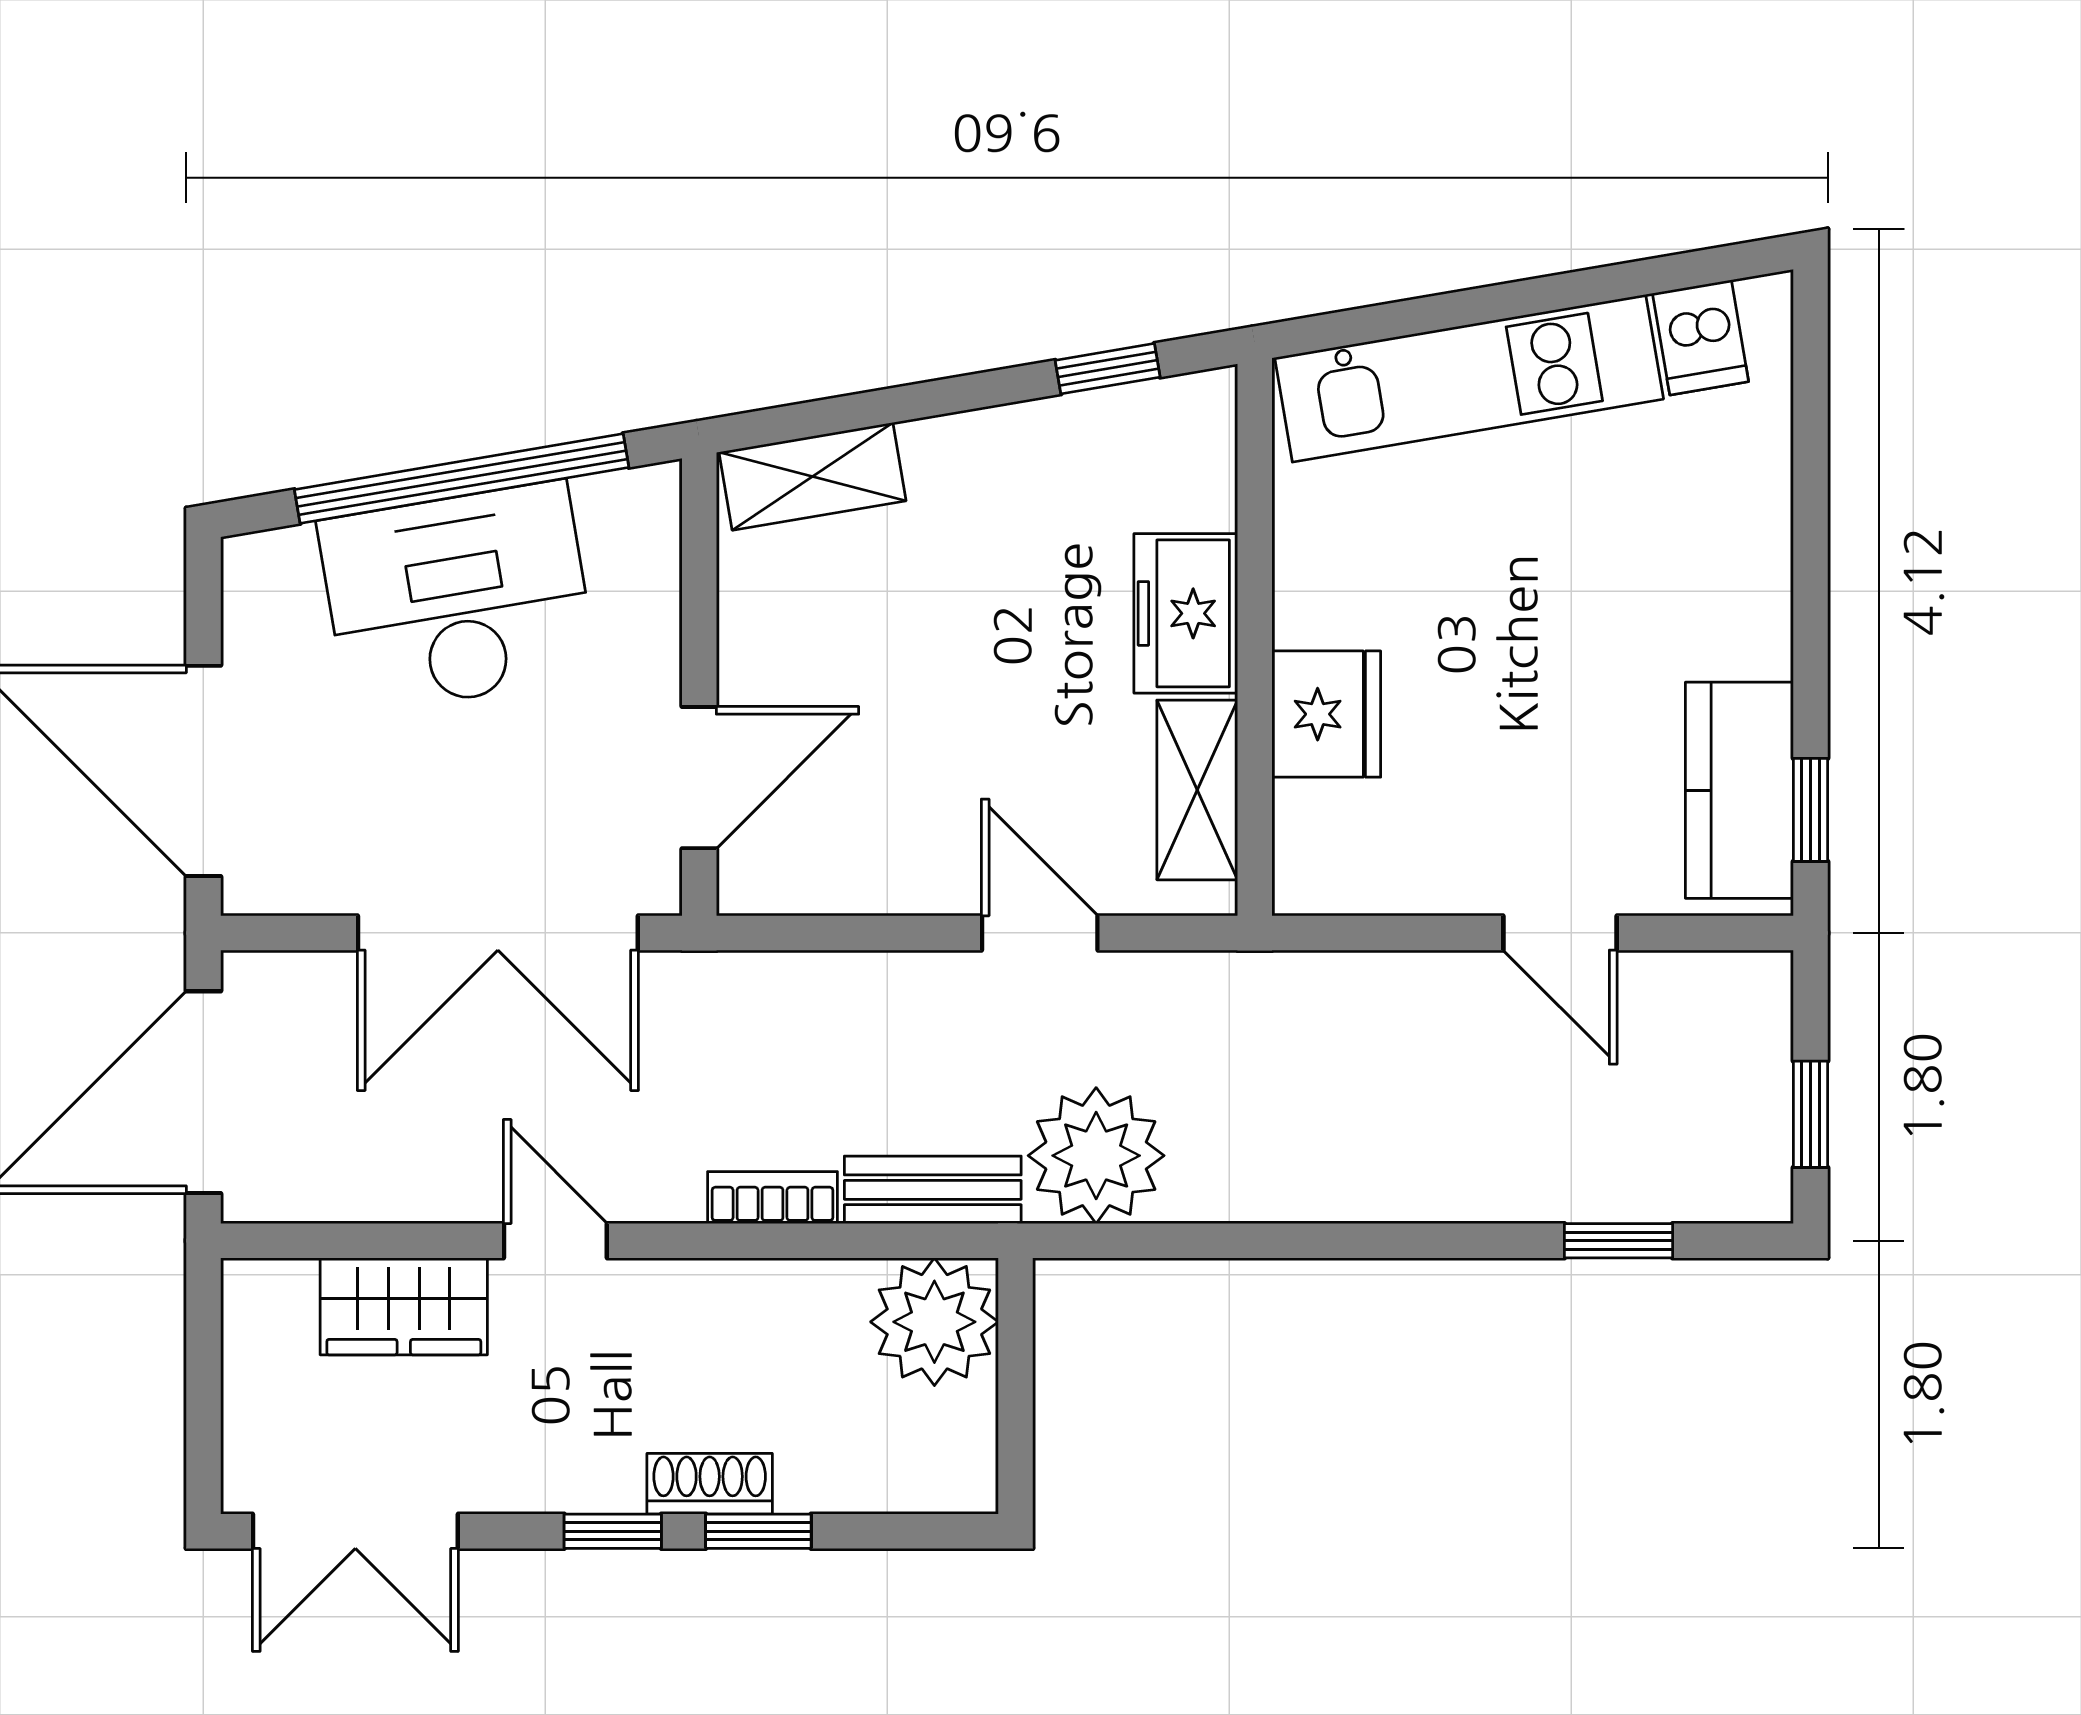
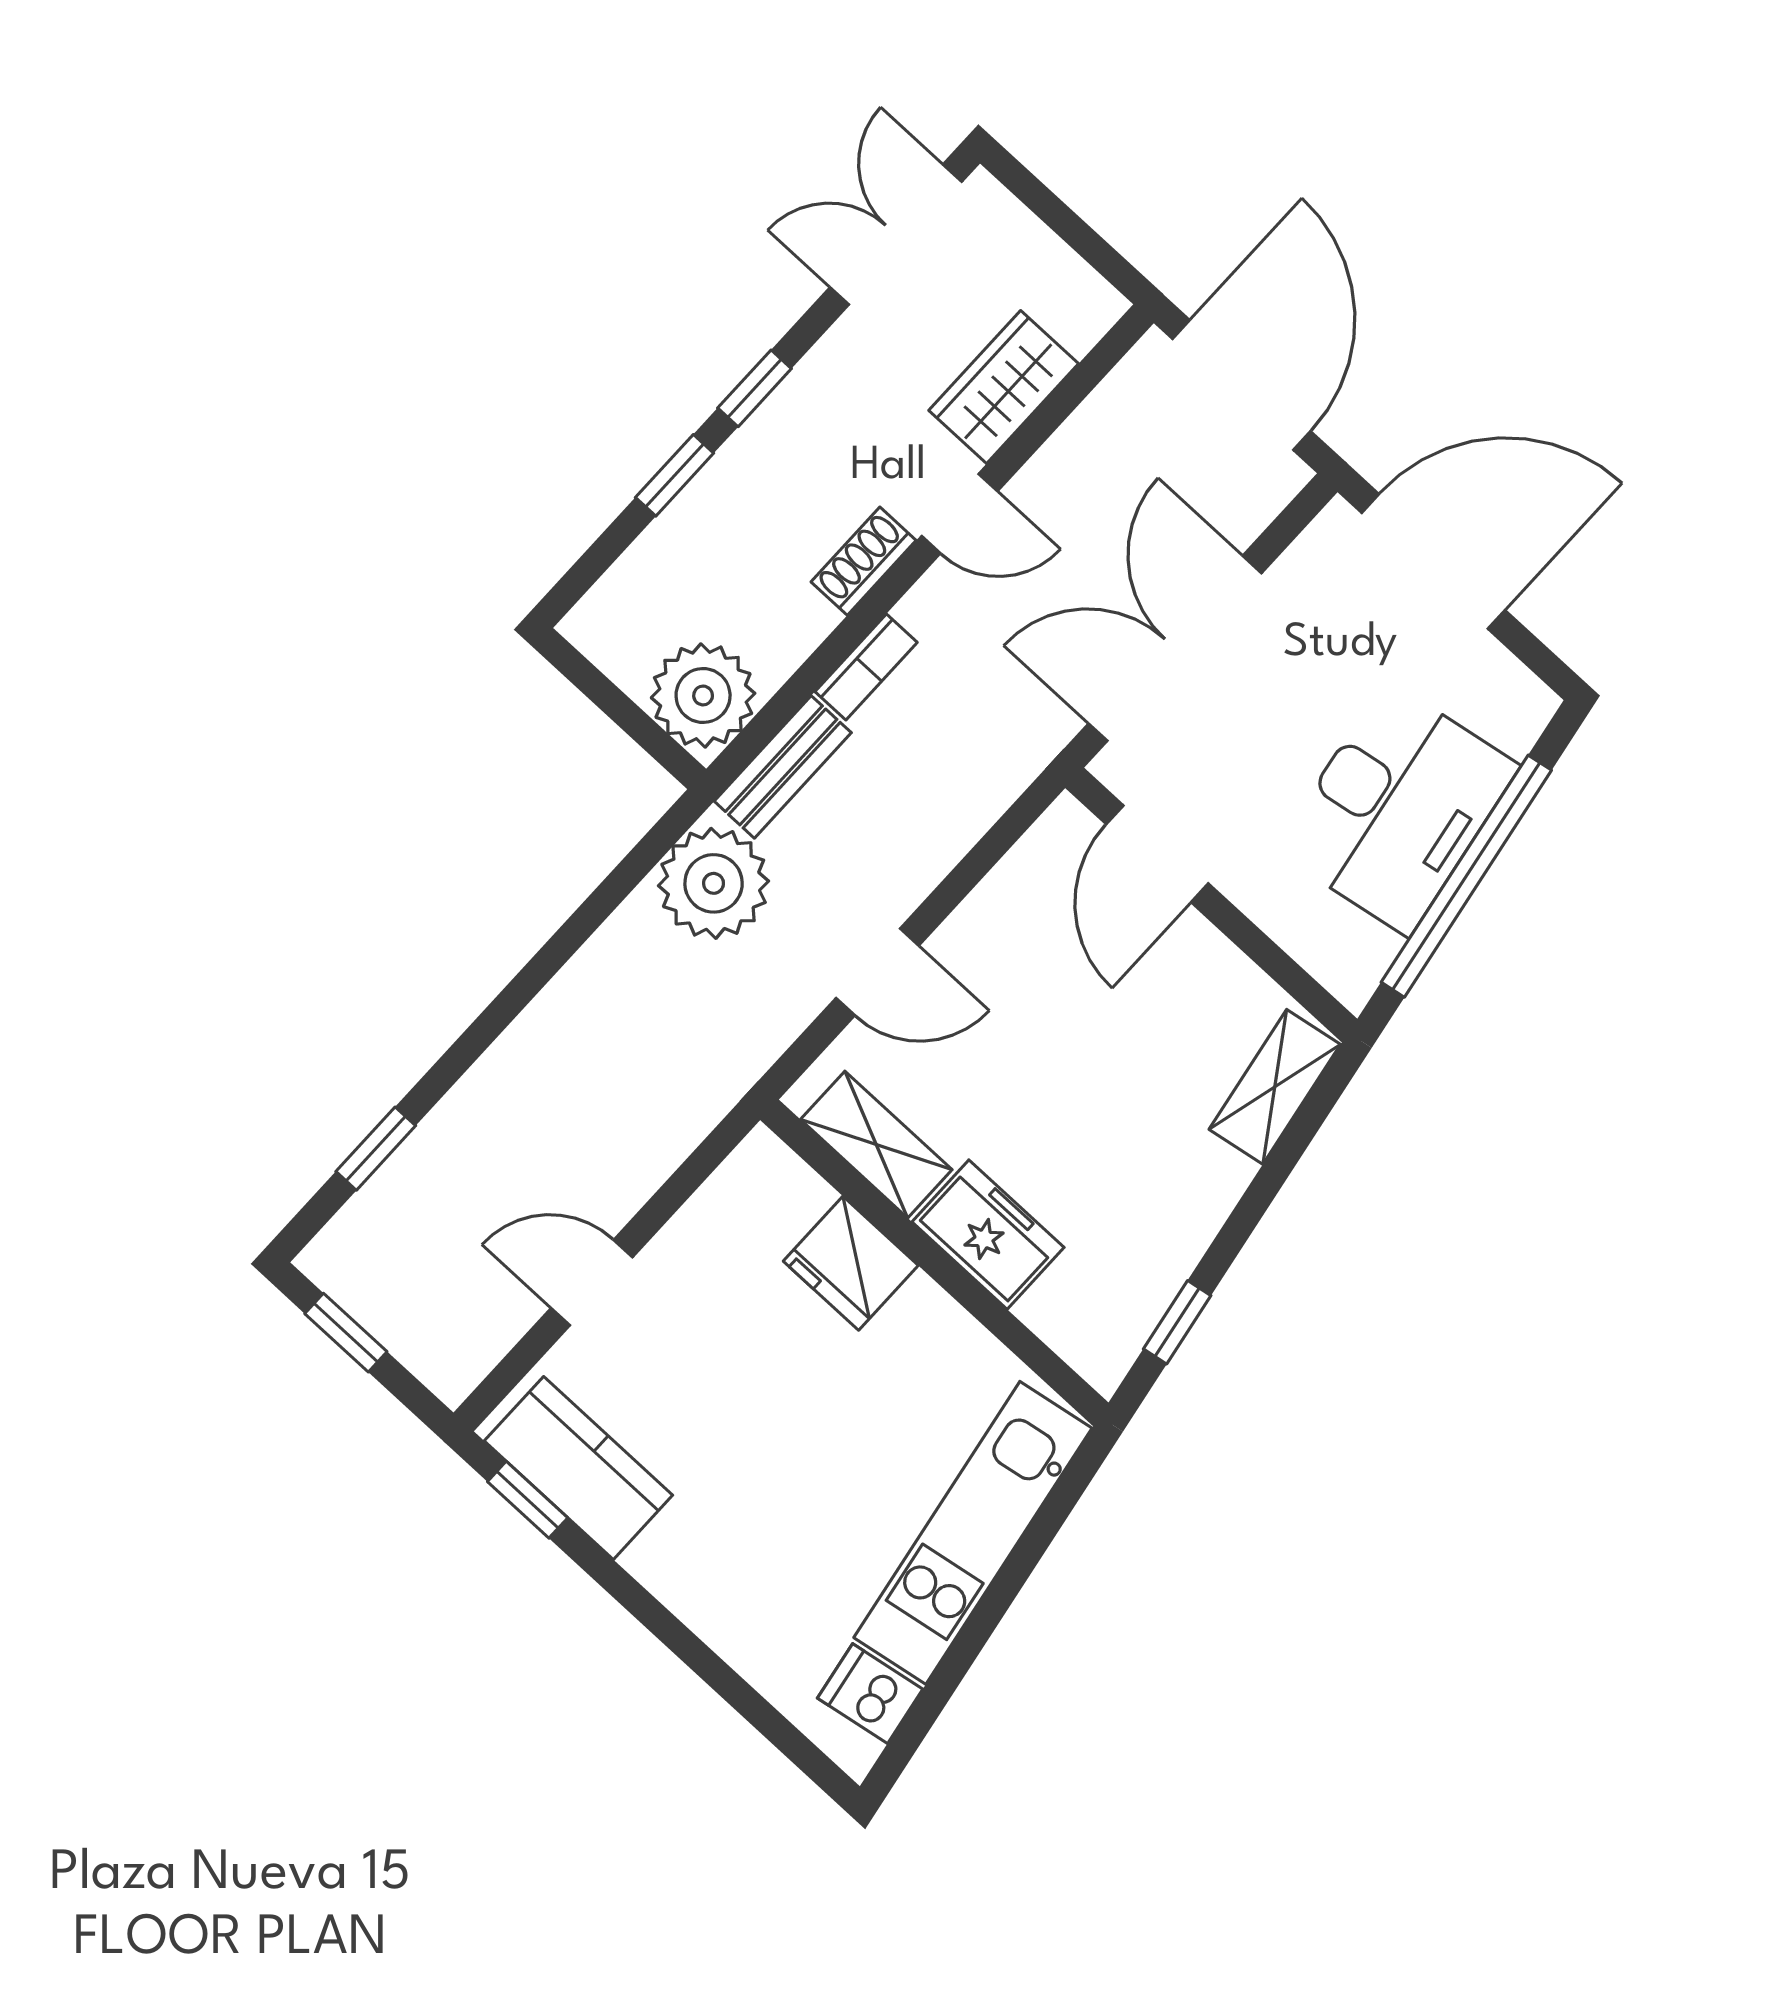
shoe rack: (710, 1484) -> (864, 561), moved, turned 180

